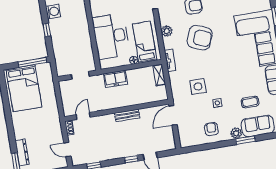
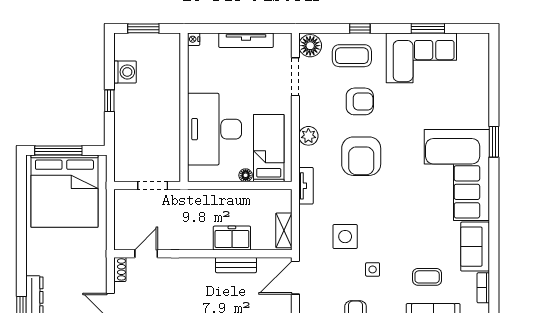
armchair: (200, 38) -> (361, 156), turned 68
window: (32, 62) -> (58, 150), moved
shelving: (159, 75) -> (284, 230), moved
freezer: (115, 79) -> (232, 238), moved, turned 180
bed: (24, 88) -> (64, 191), width x1.36
bench: (127, 115) -> (236, 265), moved

